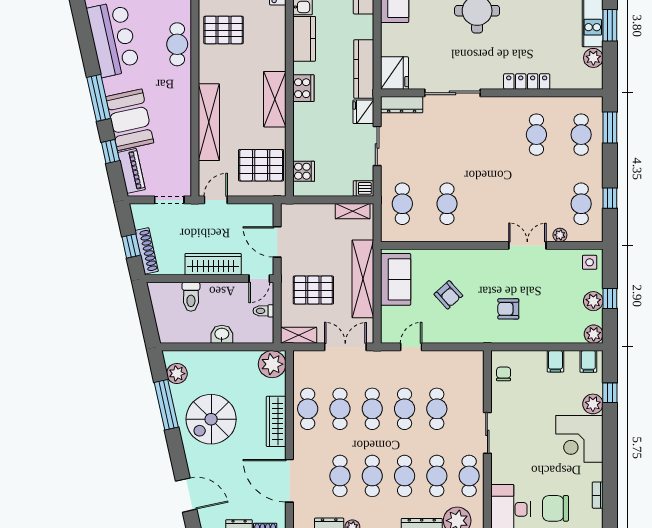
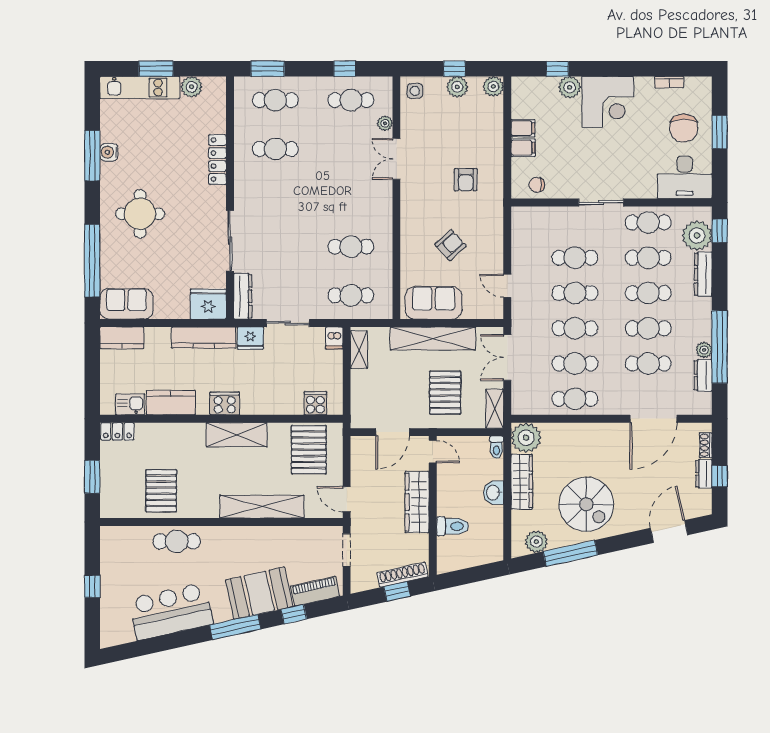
toilet: (263, 311) -> (497, 447), moved
filing cabinet: (588, 361) -> (523, 148), moved
wardrobe: (276, 421) -> (522, 482), moved, turned -90

